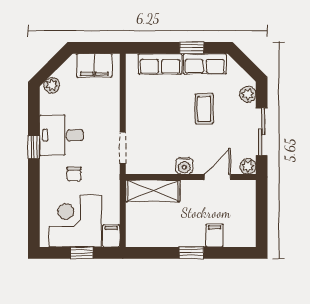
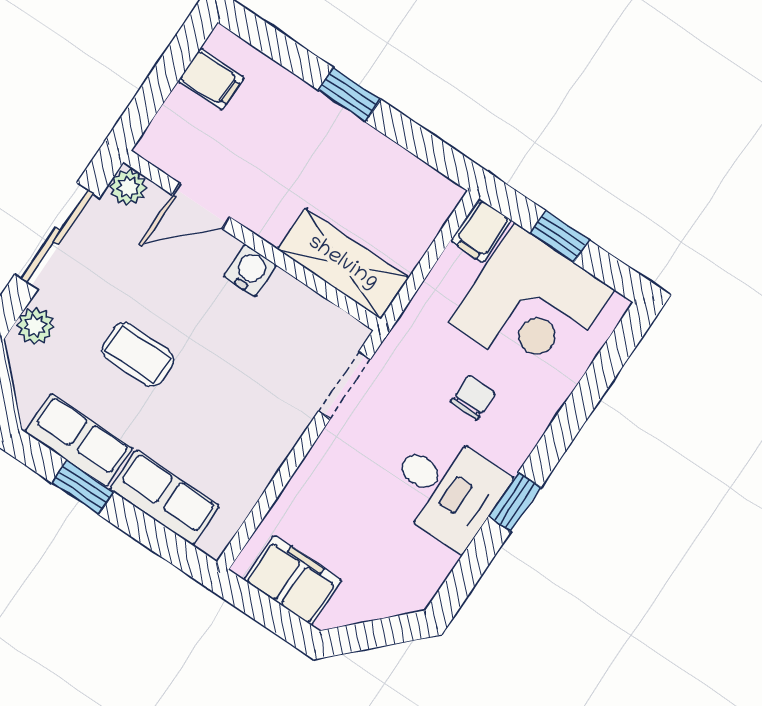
plant: (52, 85) -> (400, 597), removed
coffee table: (204, 109) -> (138, 355), turned 90
filing cabinet: (215, 236) -> (211, 79), moved, turned -90

